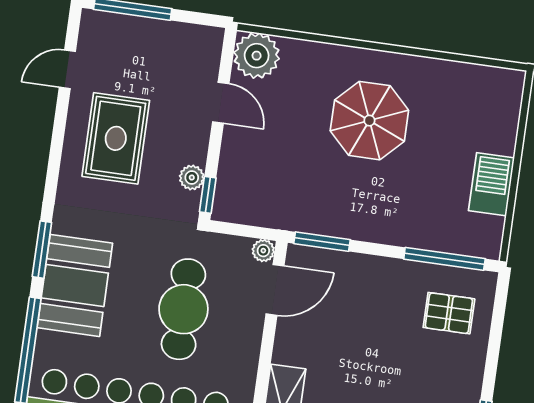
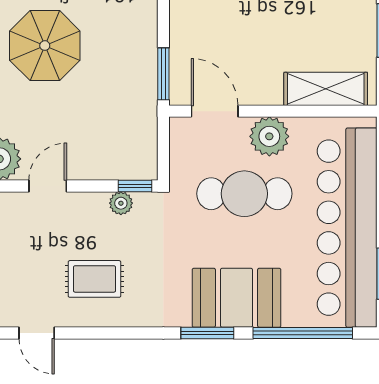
rug: (116, 138) -> (94, 279), width x0.73, depth x0.70
plant: (263, 251) -> (269, 136), moved, width x1.87, depth x1.87

